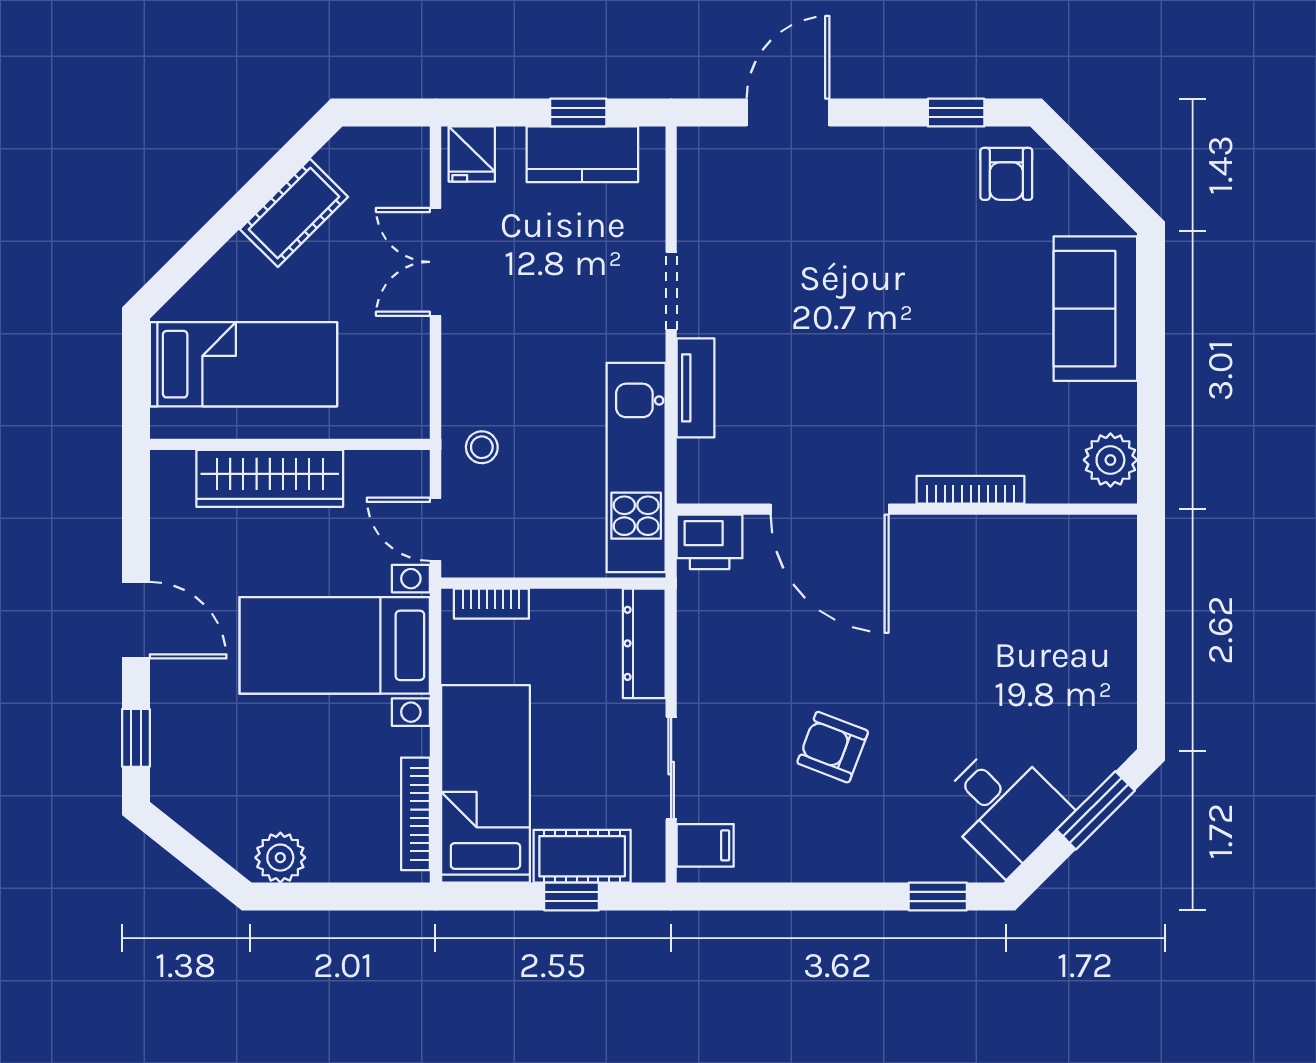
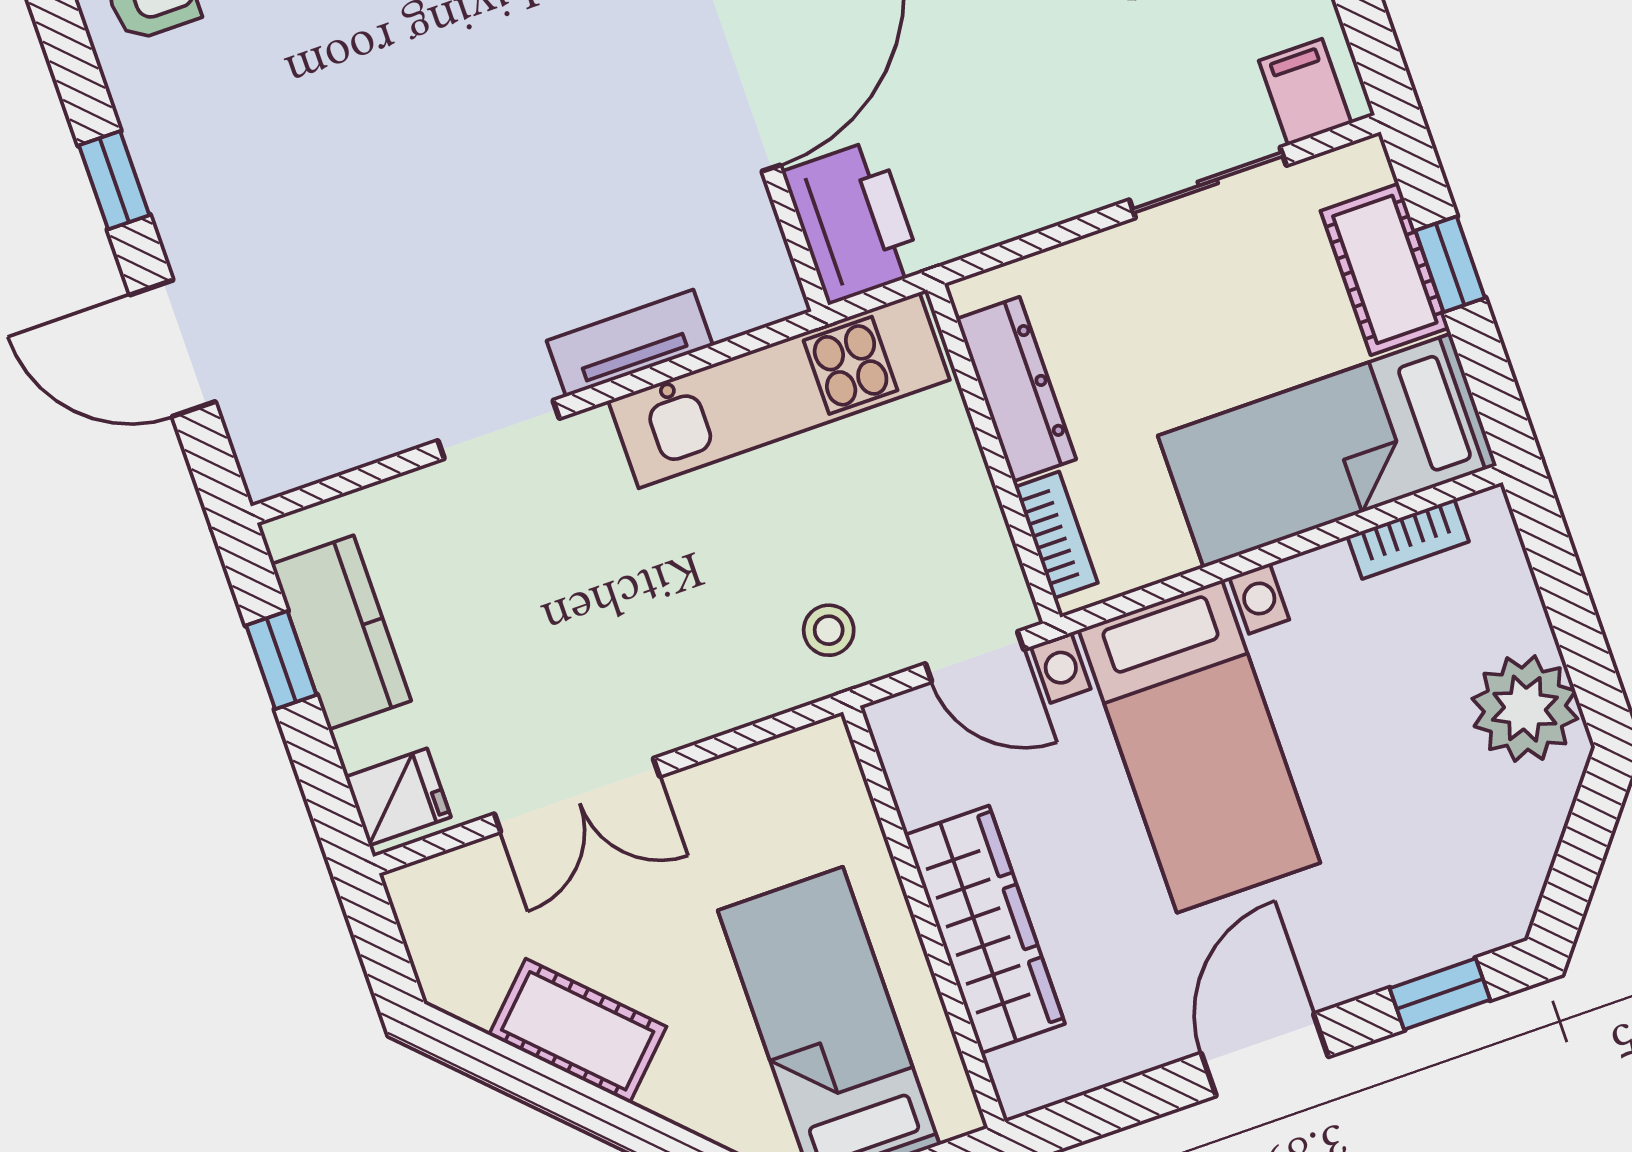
window: (956, 113) -> (114, 180), moved
door: (435, 529) -> (975, 657), hinge flipped
printer: (710, 542) -> (853, 222), width x1.37, depth x1.19
dresser: (644, 643) -> (1016, 389), moved, turned -90
bookcase: (416, 814) -> (1408, 539), width x0.64
plant: (280, 858) -> (1525, 709), width x1.36, depth x1.36

